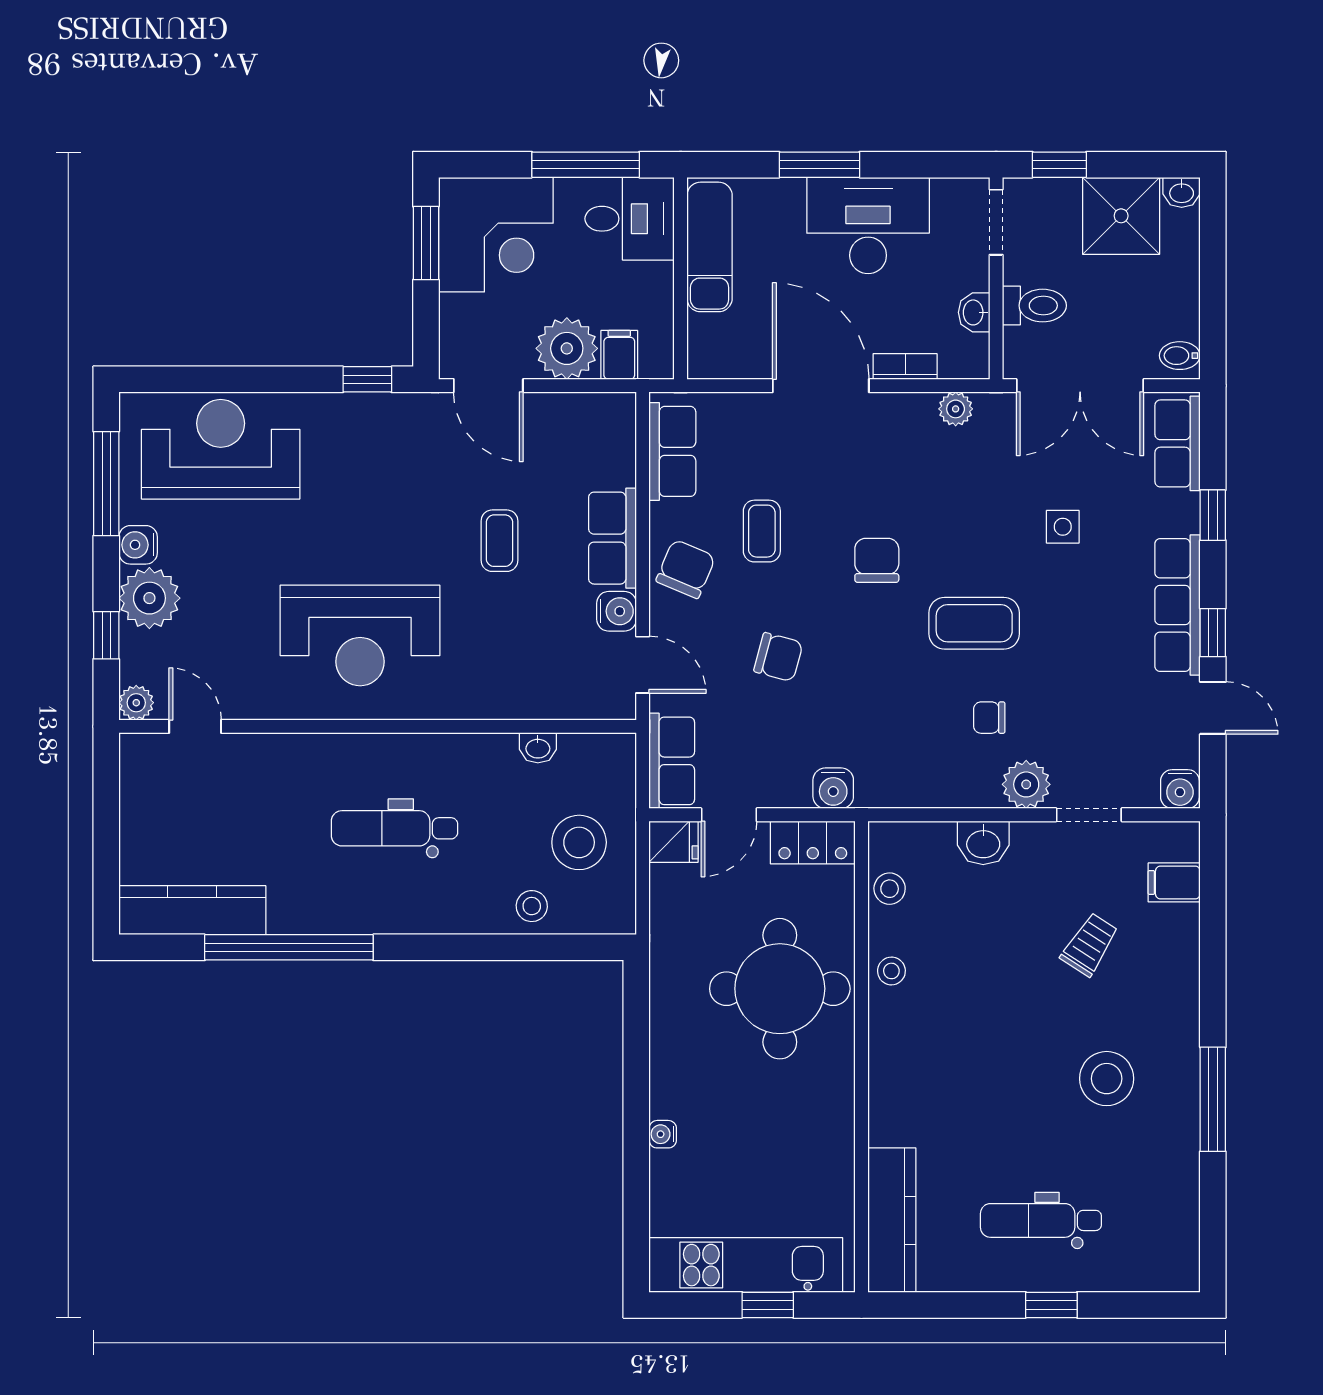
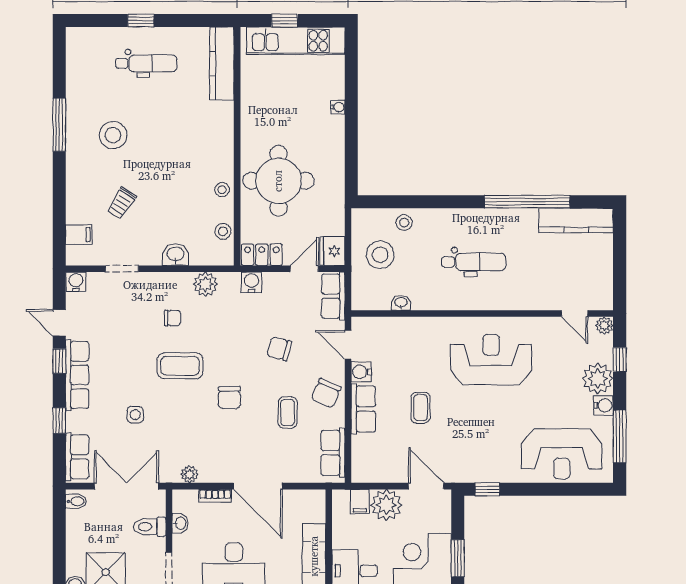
plant: (1026, 784) -> (205, 284), moved
fridge: (674, 842) -> (332, 251), width x1.38

